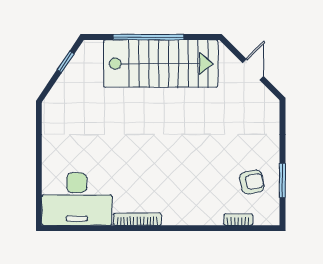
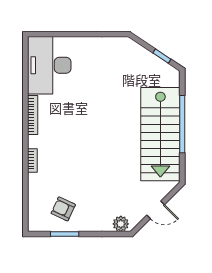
plant: (270, 112) -> (121, 224), added
armchair: (252, 182) -> (63, 209), turned 126
bookcase: (238, 220) -> (32, 160), moved

